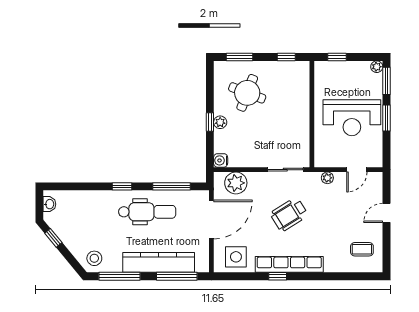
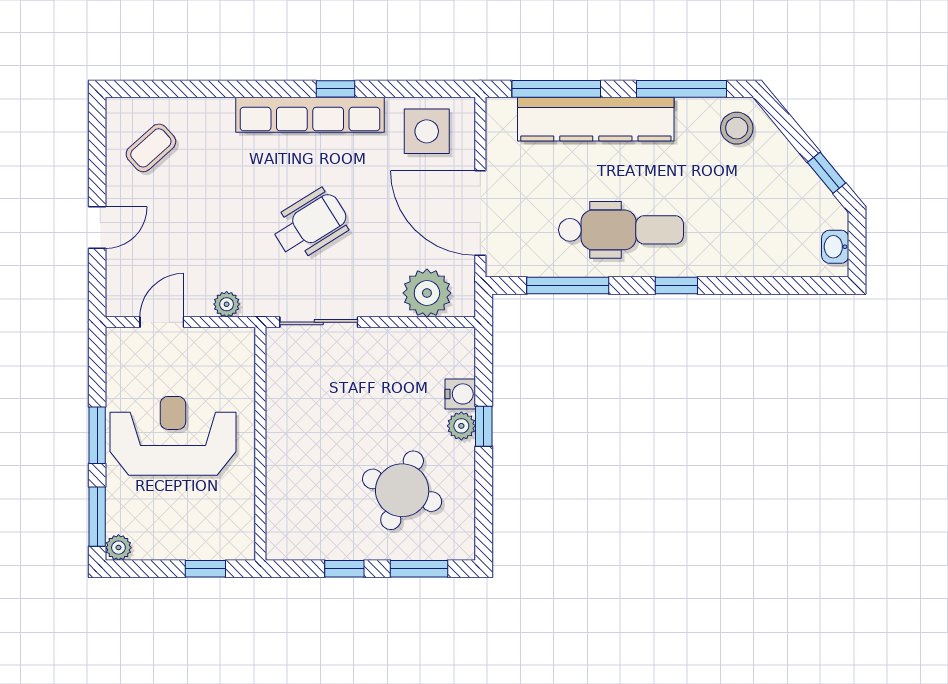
window: (286, 57) -> (344, 569), moved
water cooler: (221, 160) -> (460, 394), moved
dental chair: (147, 212) -> (621, 230), turned 180
door: (211, 220) -> (480, 213), hinge flipped
coffee table: (362, 249) -> (151, 148), turned -42

